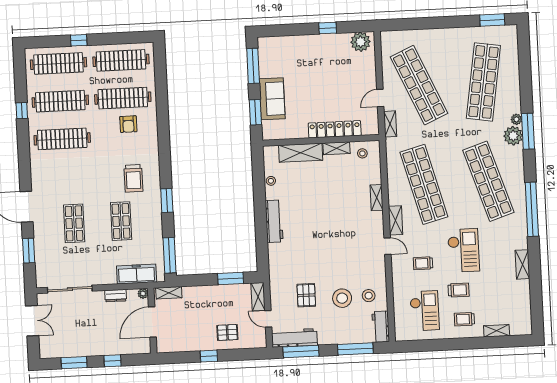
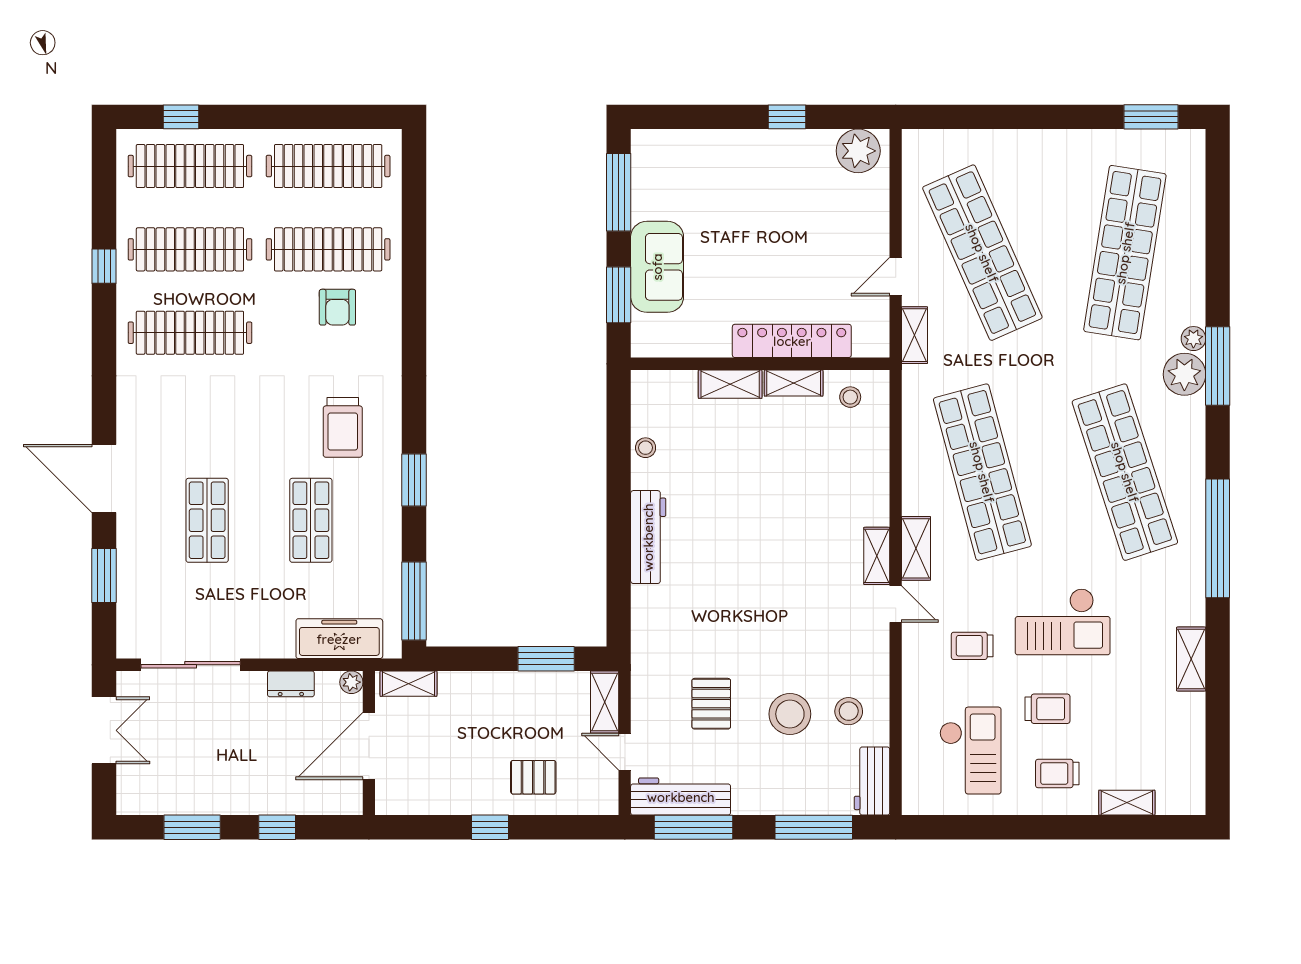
window: (79, 40) -> (181, 117), moved
shelving: (301, 153) -> (730, 384), width x0.67, depth x0.75
shelving: (377, 198) -> (877, 556), moved
checkout: (463, 250) -> (1063, 622), turned 90

